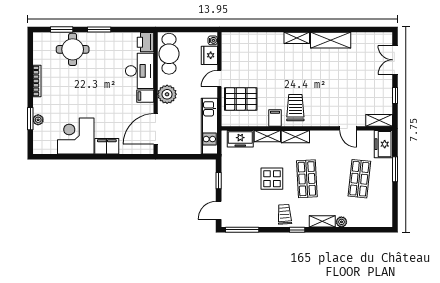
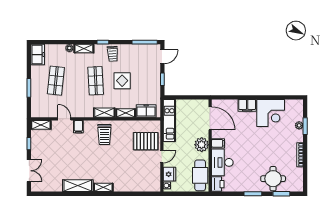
filing cabinet: (275, 118) -> (78, 127), moved
door: (156, 129) -> (210, 118), hinge flipped
freezer: (383, 144) -> (38, 55), moved

